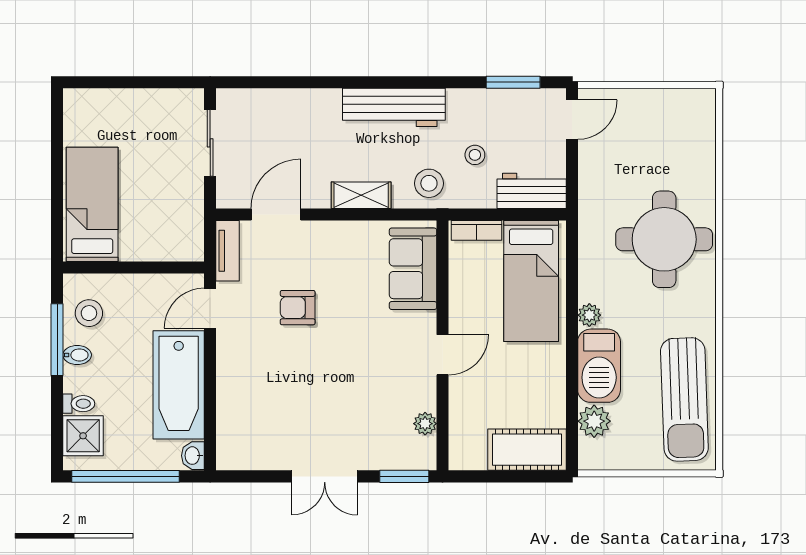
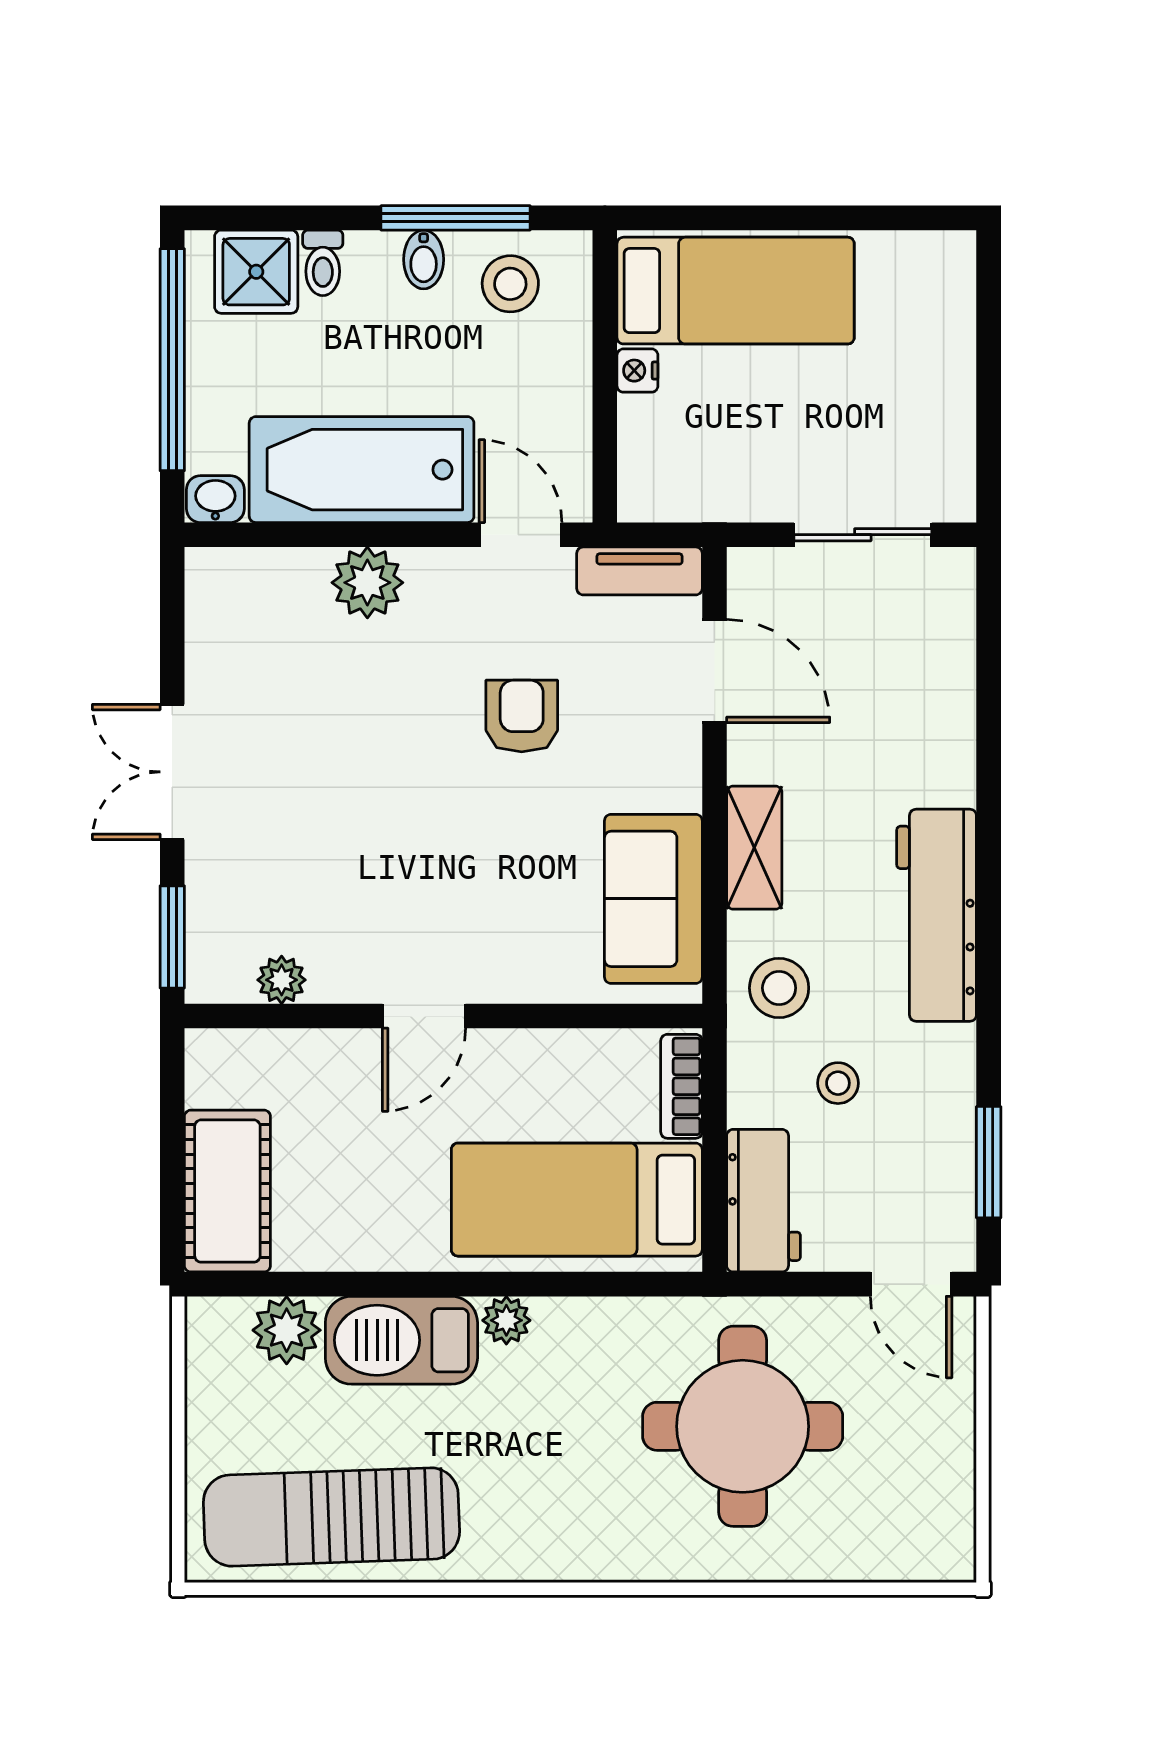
round table: (664, 239) -> (743, 1426), moved
nightstand: (131, 252) -> (637, 371), added
sofa: (413, 269) -> (653, 899), moved, turned -90
door: (443, 355) -> (424, 1016), hinge flipped
plant: (233, 382) -> (367, 583), added

